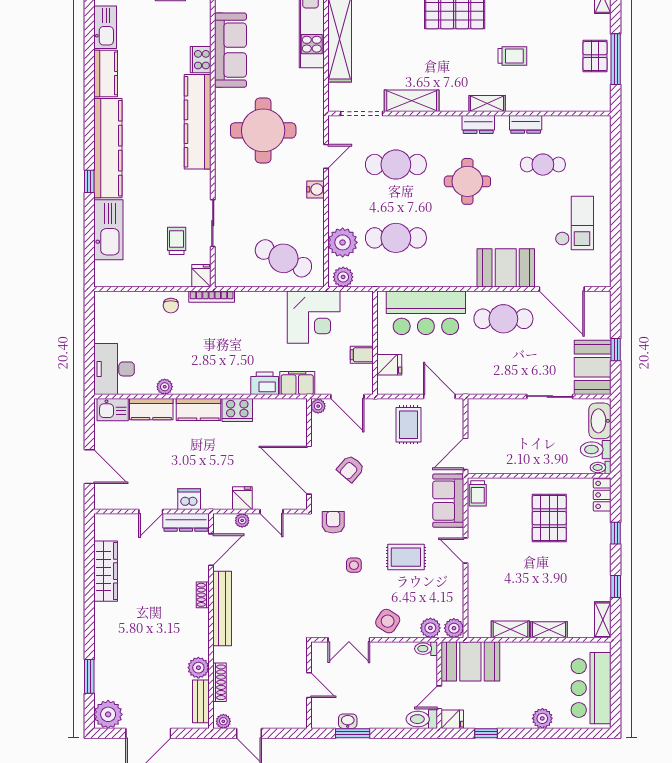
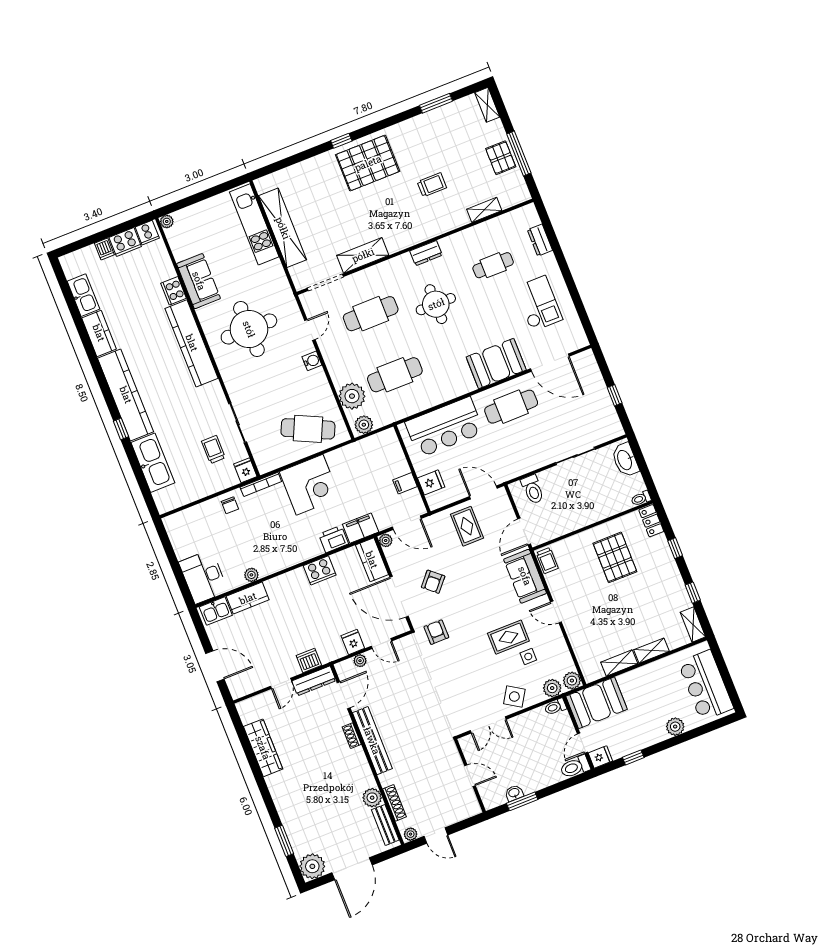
sofa: (231, 50) -> (199, 281), width x0.73
shelving: (487, 103) -> (484, 210), moved
dresser: (526, 124) -> (540, 240), moved, turned 90
corner desk: (314, 317) -> (310, 485), moved
booth: (593, 367) -> (601, 418), removed
kitchen counter: (199, 409) -> (372, 560), moved, turned 90
toilet: (596, 450) -> (533, 489), moved, turned -90
side table: (354, 565) -> (528, 656), moved

